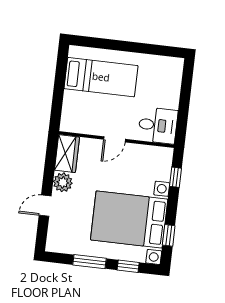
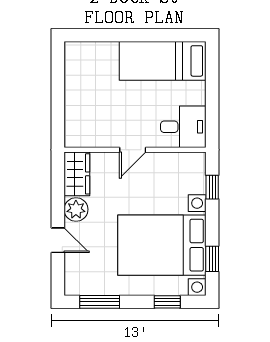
bed: (101, 77) -> (163, 61), moved, turned 180
door: (45, 206) -> (58, 240), swing flipped
window: (89, 262) -> (100, 302), moved

